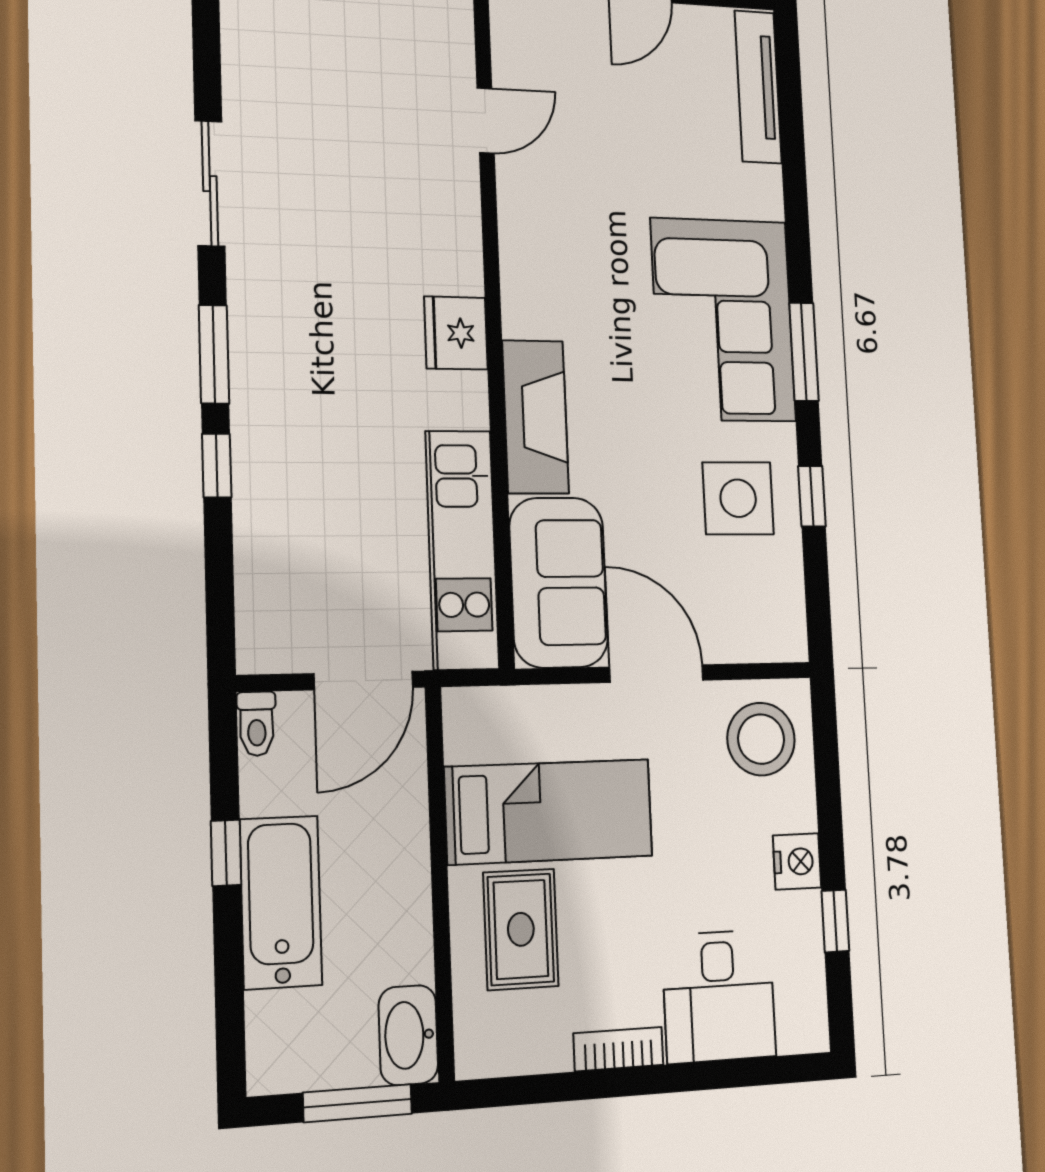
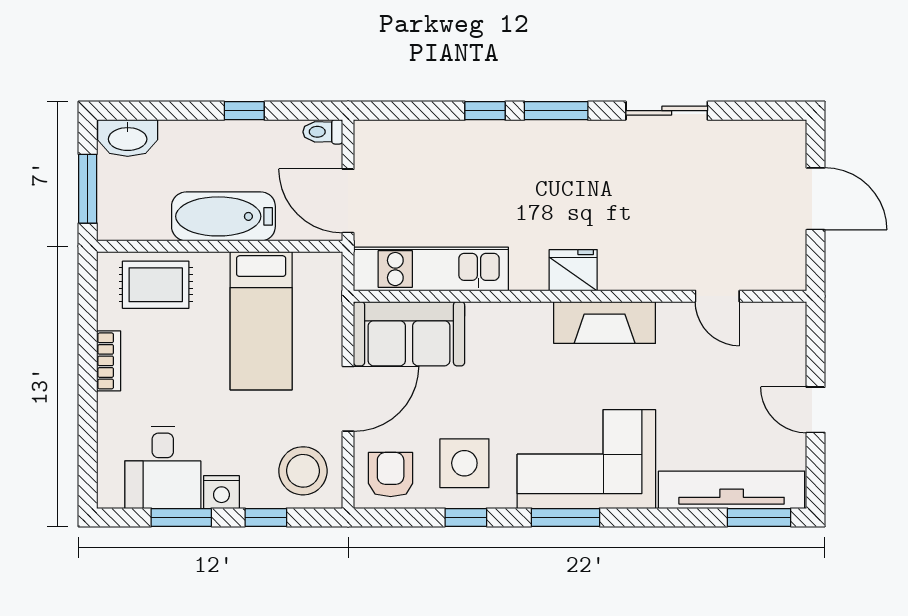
window: (789, 77) -> (759, 517), added
tv unit: (758, 87) -> (732, 490), width x1.36, depth x1.29
fireplace: (536, 417) -> (605, 322), moved
armchair: (759, 608) -> (391, 475), added
window: (828, 793) -> (266, 517), added
bathtub: (281, 902) -> (223, 216), moved, turned 180
window: (835, 921) -> (181, 517), width x1.50
rug: (521, 929) -> (156, 285), moved
desk: (719, 996) -> (163, 468), moved, turned -90
washbasin: (408, 1035) -> (128, 138), moved, turned 180

